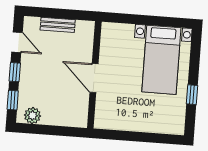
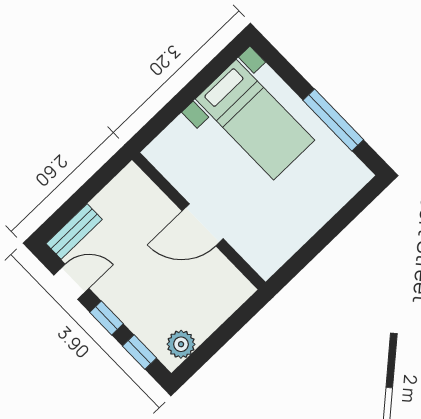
bench: (58, 25) -> (74, 232), moved
window: (192, 95) -> (333, 120), width x2.17

